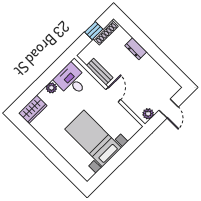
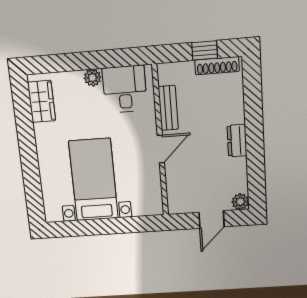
dresser: (136, 49) -> (237, 141), moved
wardrobe: (33, 109) -> (42, 101), moved, turned -90
plant: (148, 114) -> (240, 202), moved

